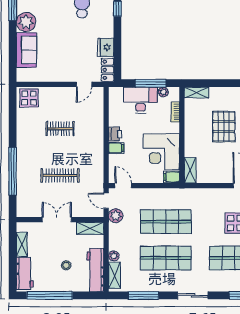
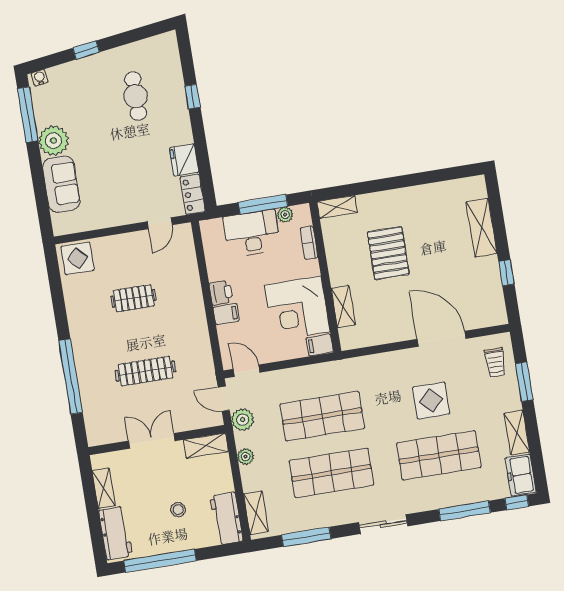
shelving: (190, 170) -> (343, 306), moved
plant: (114, 256) -> (246, 457), moved
workbench: (95, 270) -> (226, 519), width x0.73

